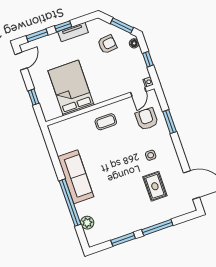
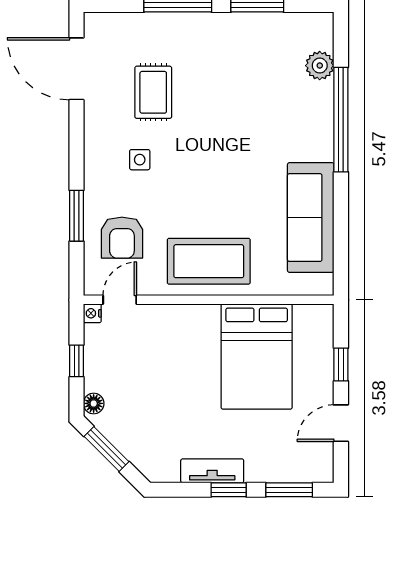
armchair: (107, 44) -> (150, 421), removed
door: (21, 61) -> (341, 423), moved
coffee table: (106, 122) -> (209, 261), width x1.86, depth x1.72
sofa: (76, 177) -> (311, 218), moved

